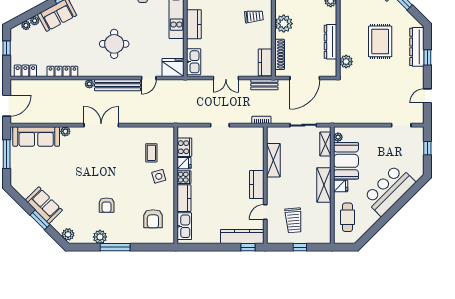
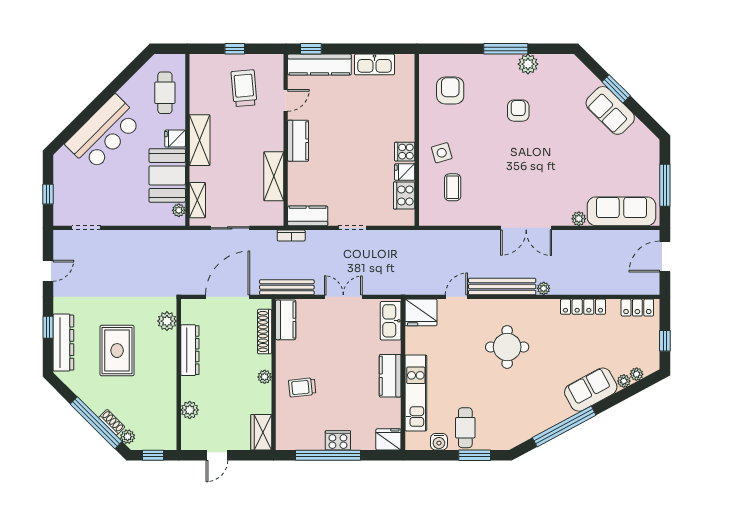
plant: (284, 24) -> (265, 377), width x0.53, depth x0.53
bench: (264, 85) -> (287, 287), width x1.36
kitchen counter: (184, 198) -> (308, 216), moved, turned 90
kitchen sink: (184, 226) -> (375, 64), moved, turned -90
plant: (68, 234) -> (575, 68), removed

